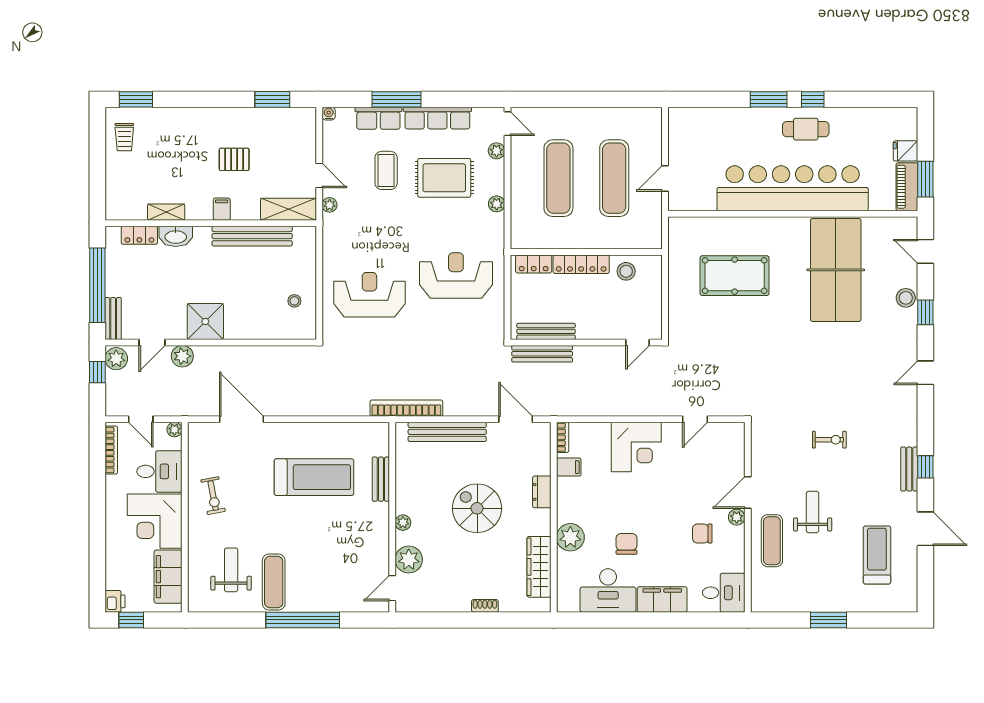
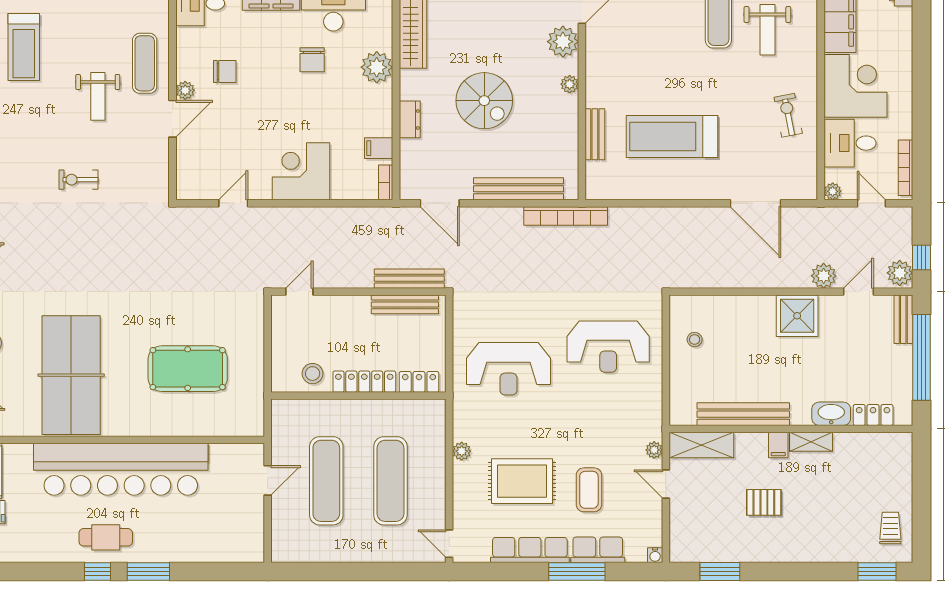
plant: (497, 151) -> (462, 512), removed
shelving: (166, 212) -> (811, 442), moved

